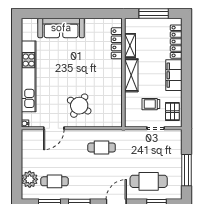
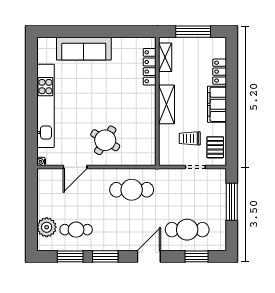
locker: (176, 42) -> (220, 72), width x0.66
shelving: (130, 46) -> (165, 57), moved
cafe table: (102, 148) -> (132, 190), width x1.37, depth x1.35
window: (187, 170) -> (232, 202), moved

